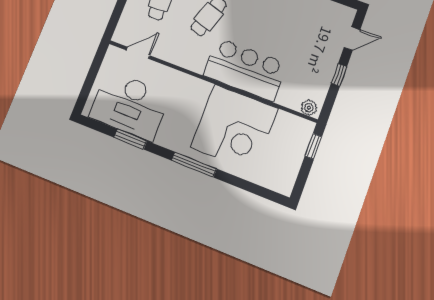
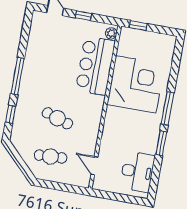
bar counter: (245, 69) -> (95, 66), moved
desk: (130, 105) -> (137, 172), width x0.73, depth x0.77
window: (130, 139) -> (161, 143), moved

